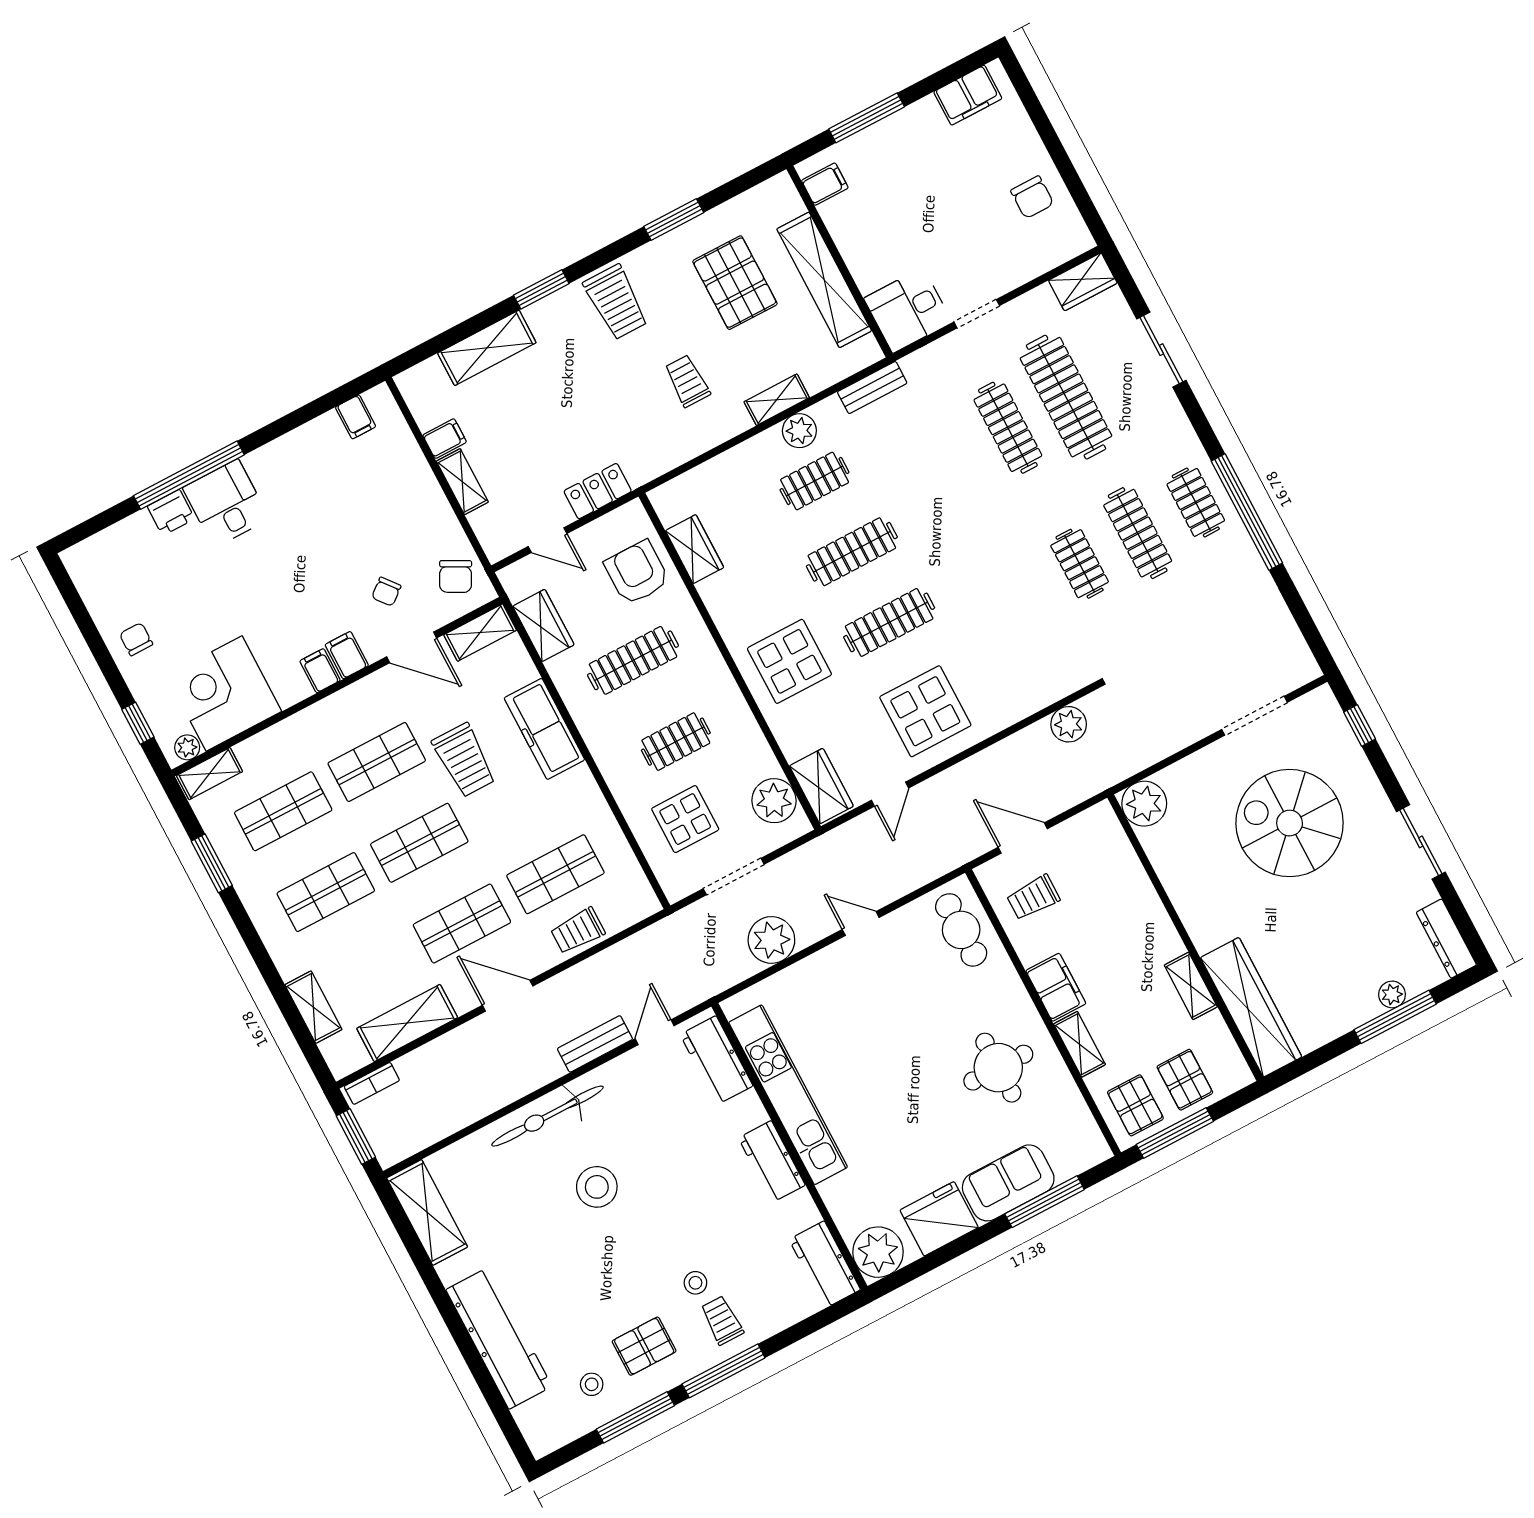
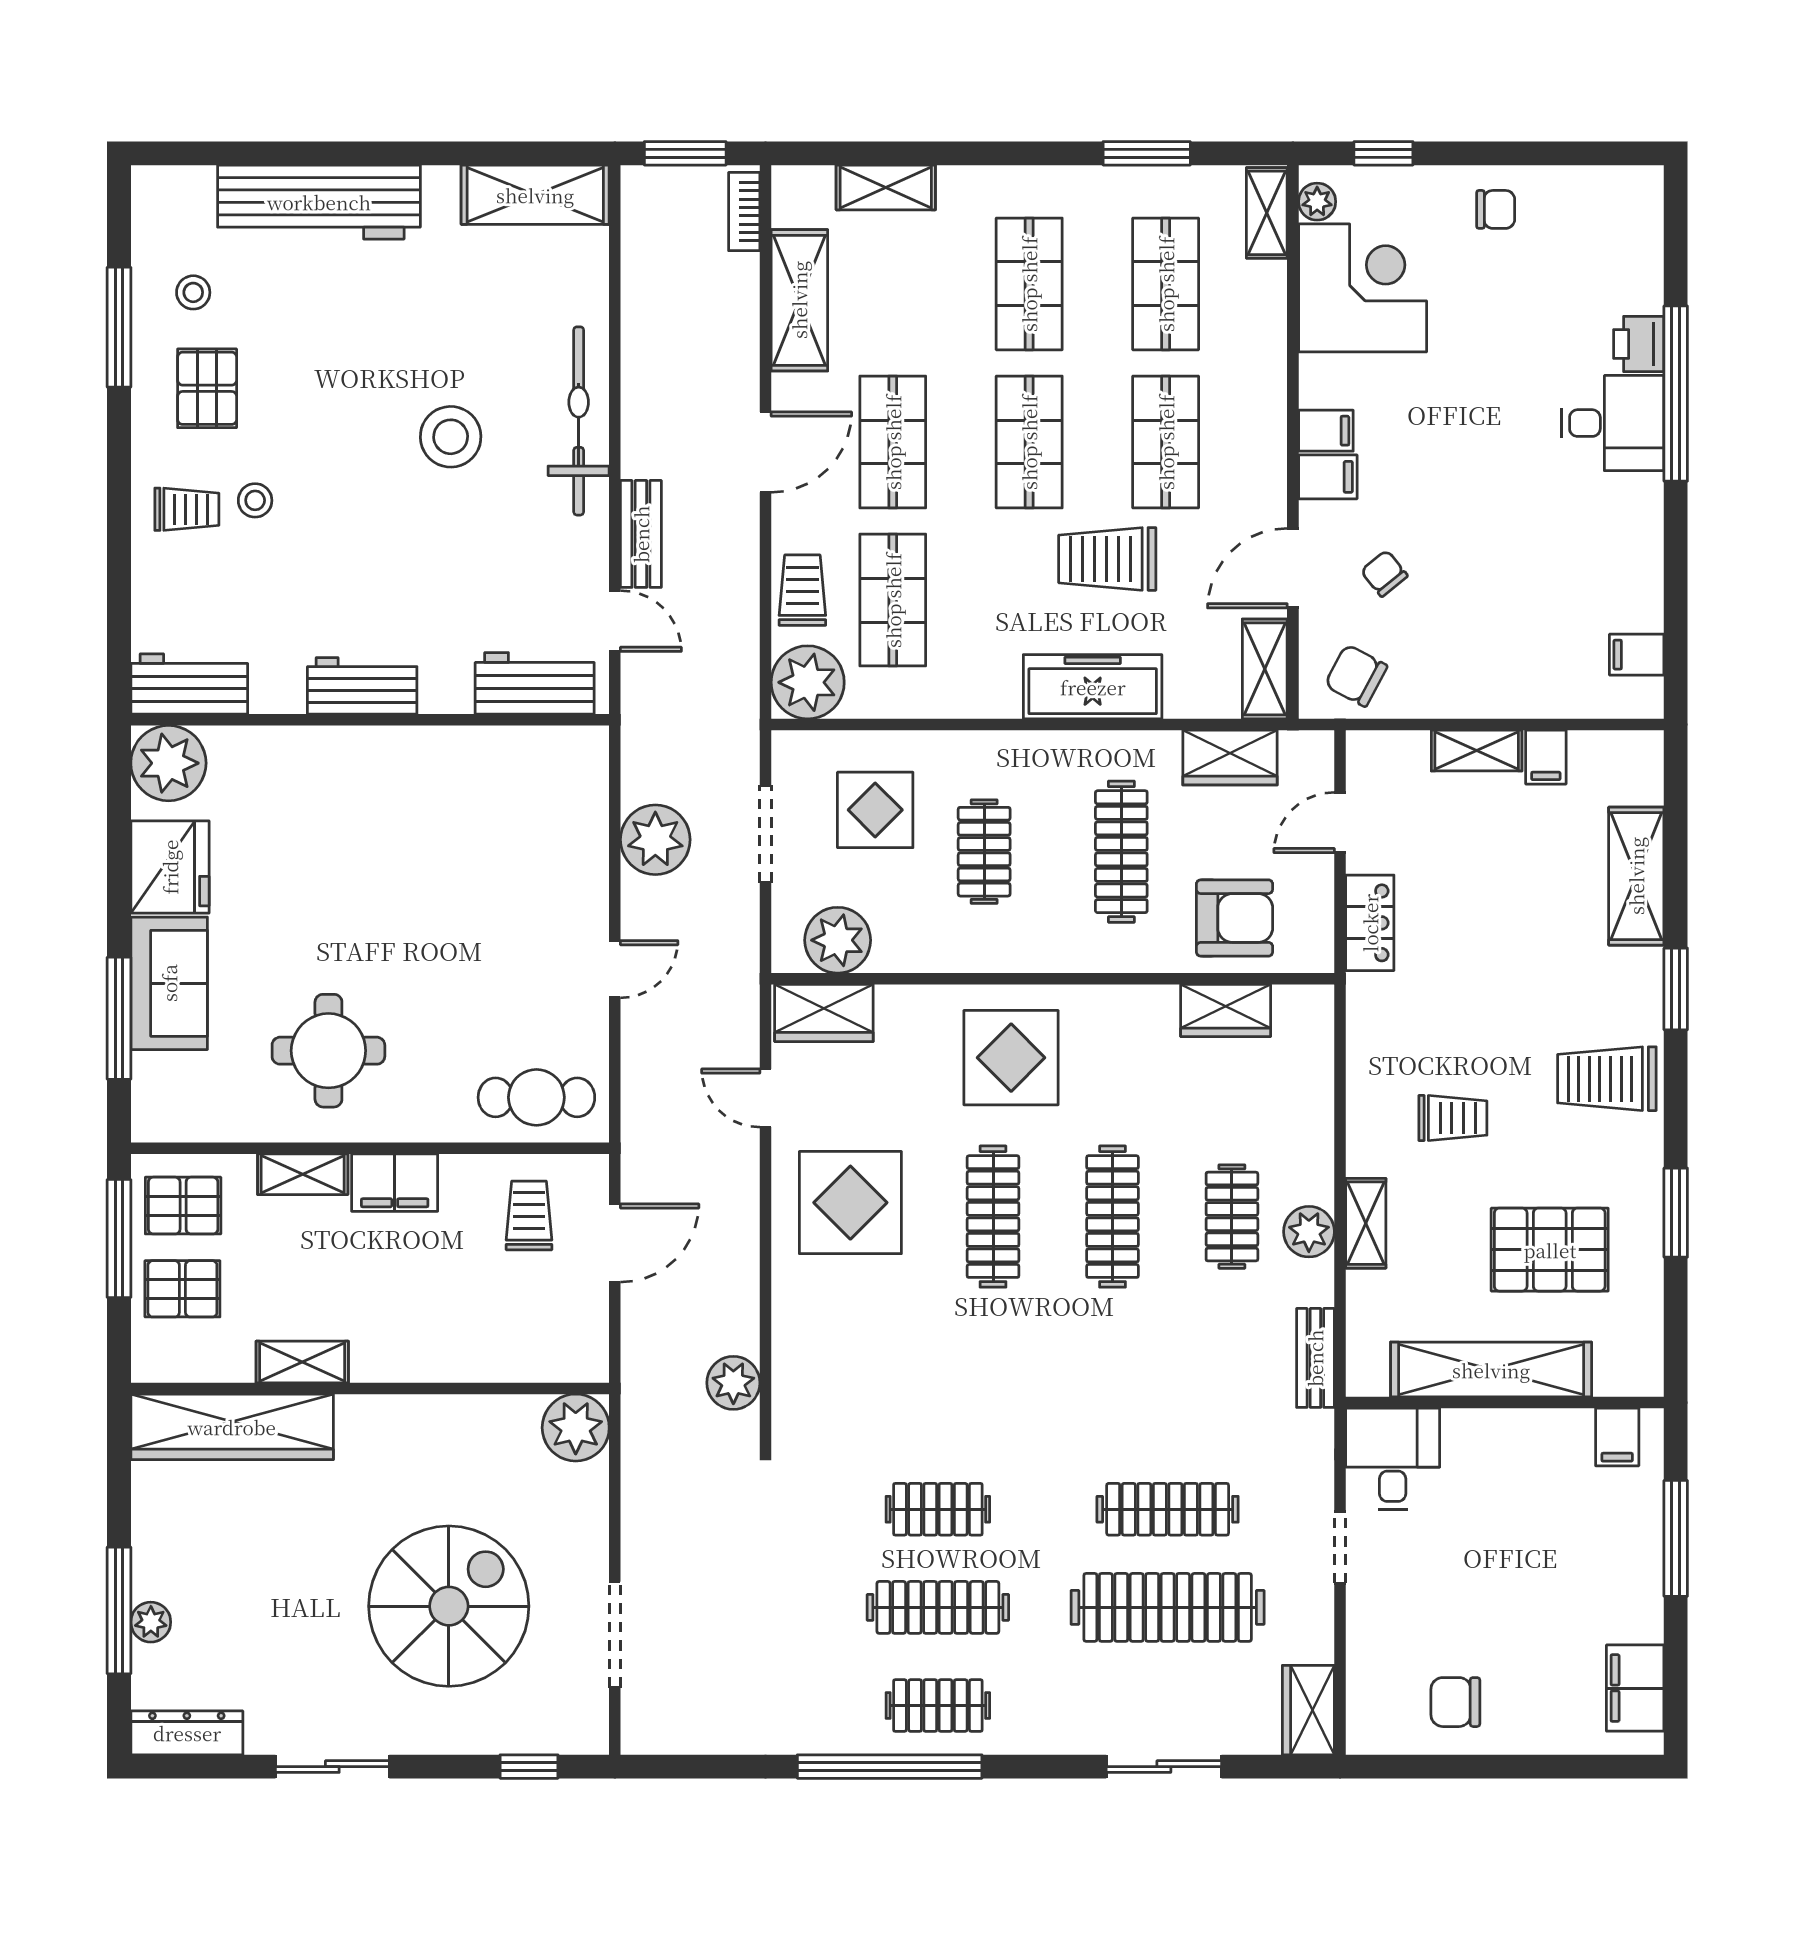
plant: (631, 899) -> (808, 682), added
kitchen unit: (788, 1095) -> (439, 754), removed
window: (724, 1371) -> (119, 476), removed

